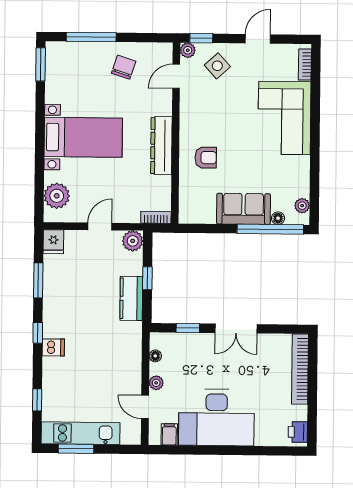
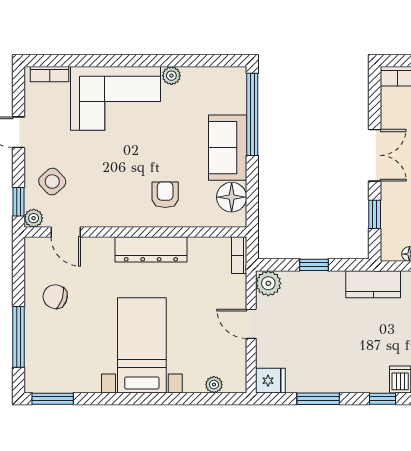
plant: (57, 196) -> (214, 385), width x0.53, depth x0.53
plant: (302, 206) -> (171, 76), moved
floor lamp: (278, 218) -> (232, 197), moved, width x1.89, depth x1.89
kitchen counter: (131, 298) -> (373, 284), moved

